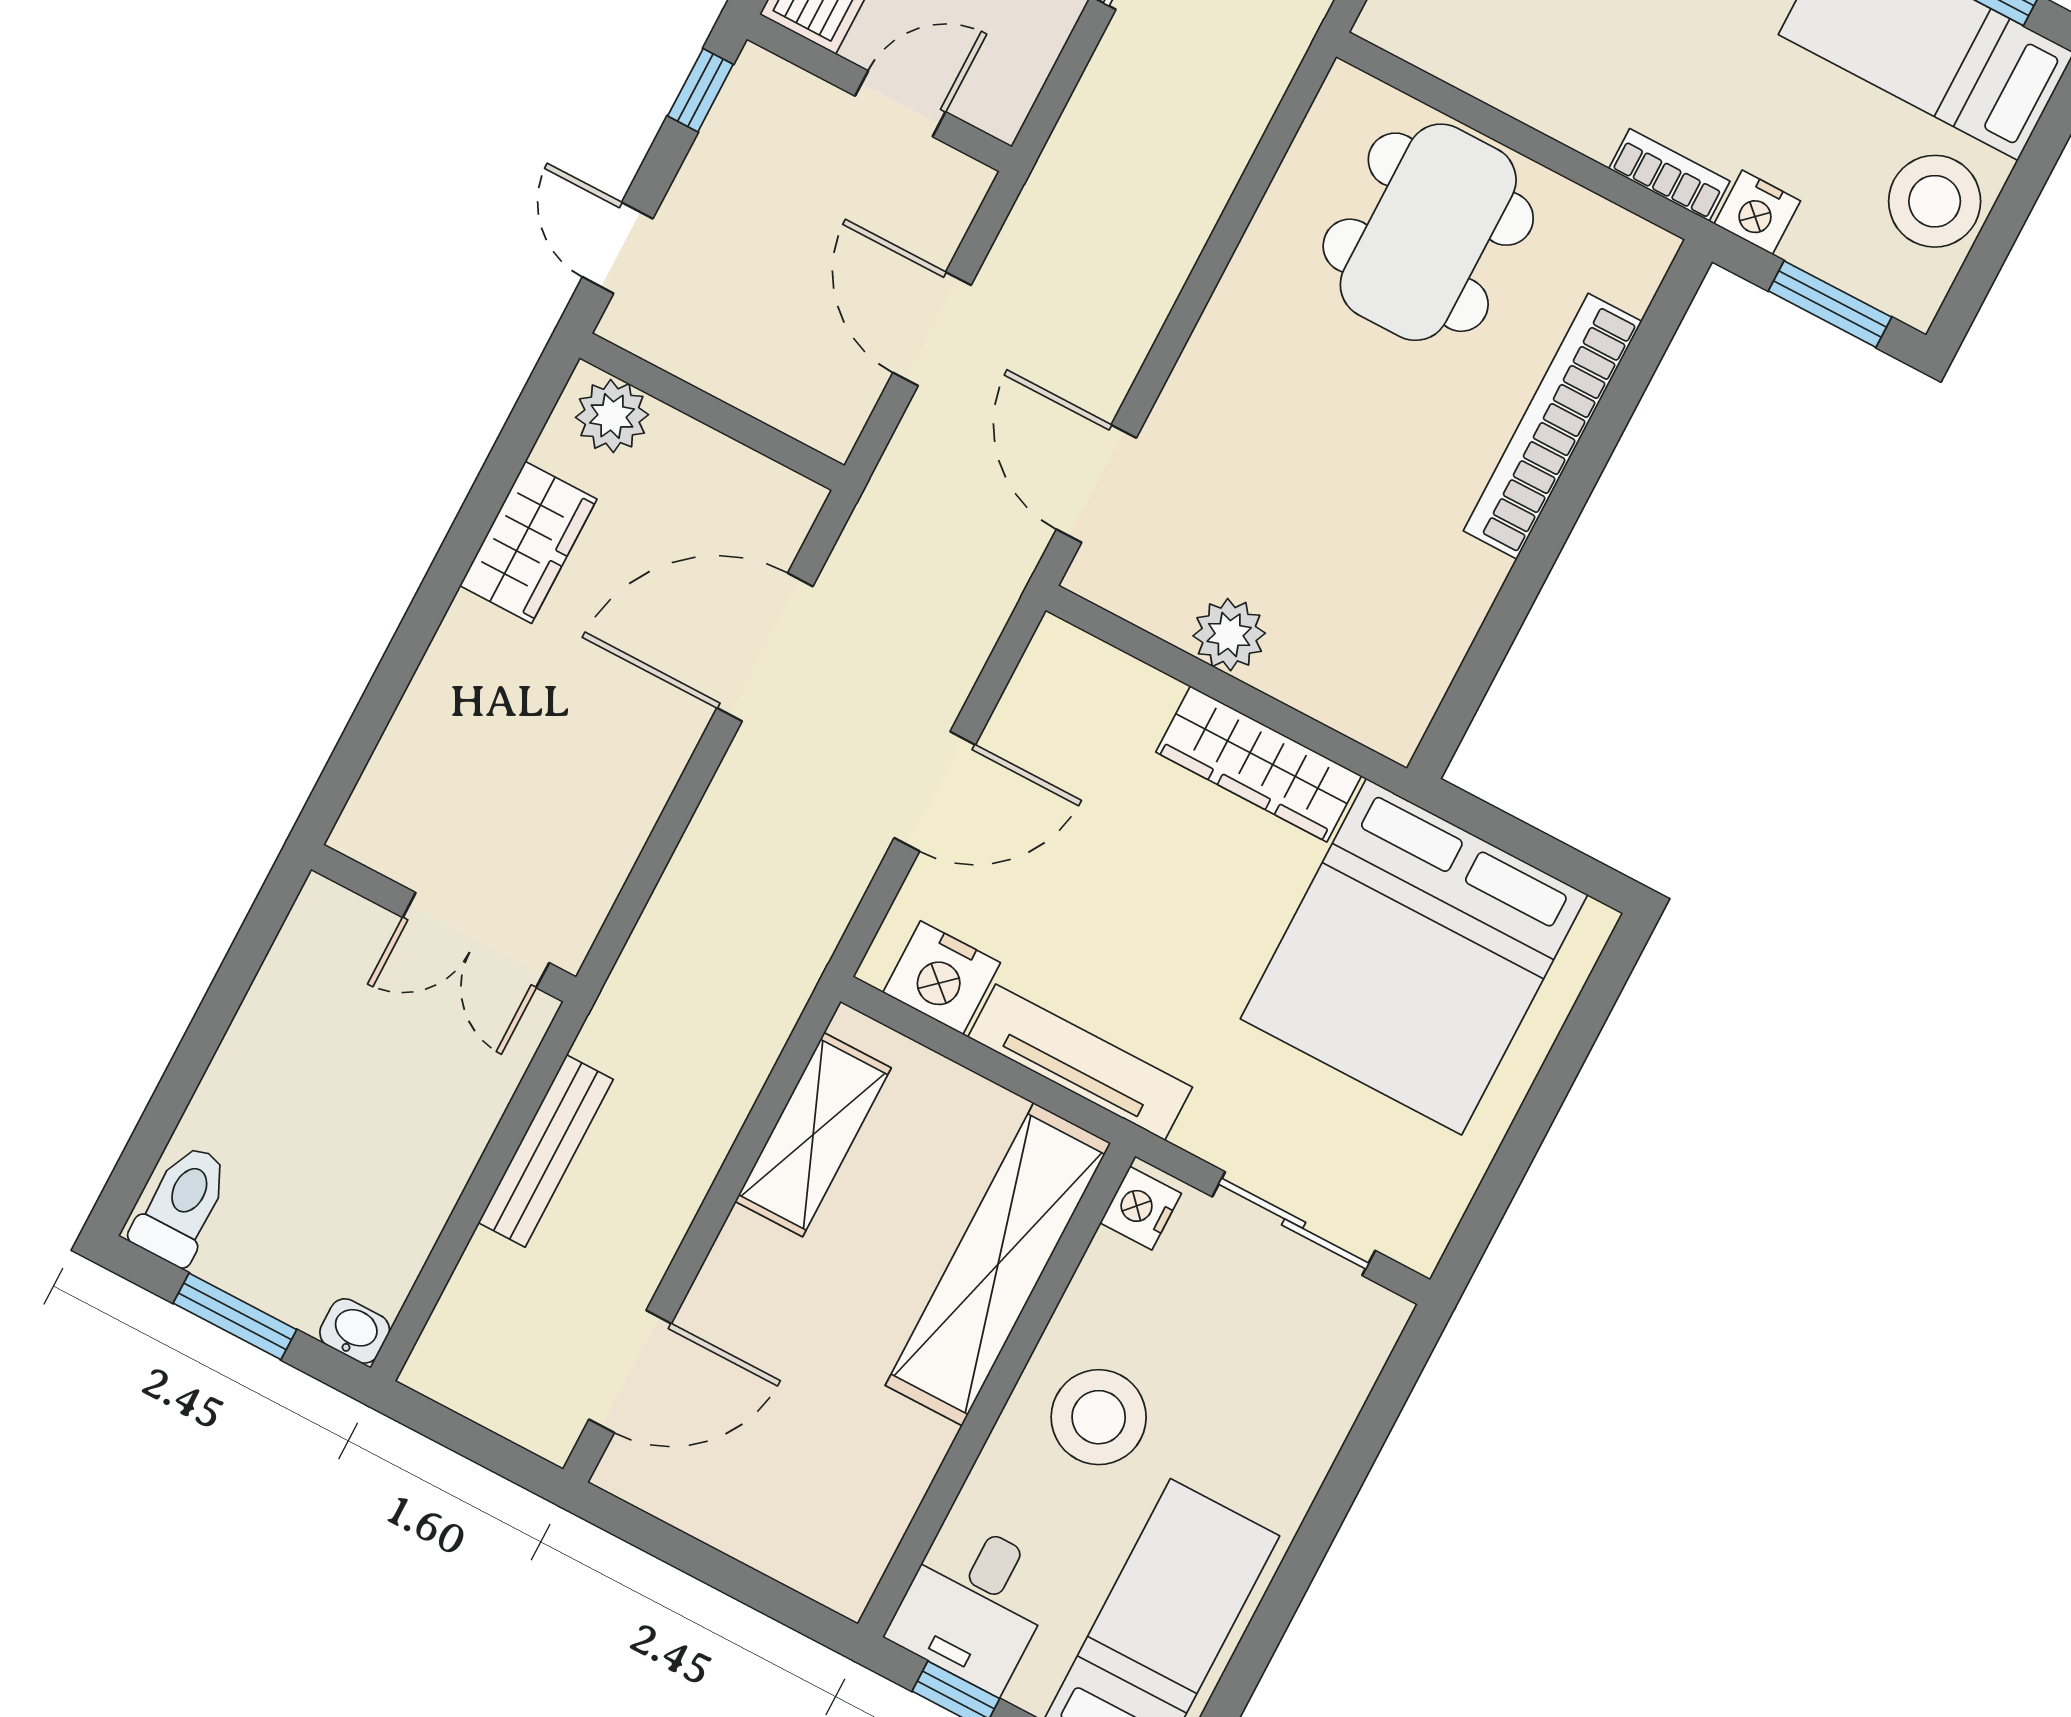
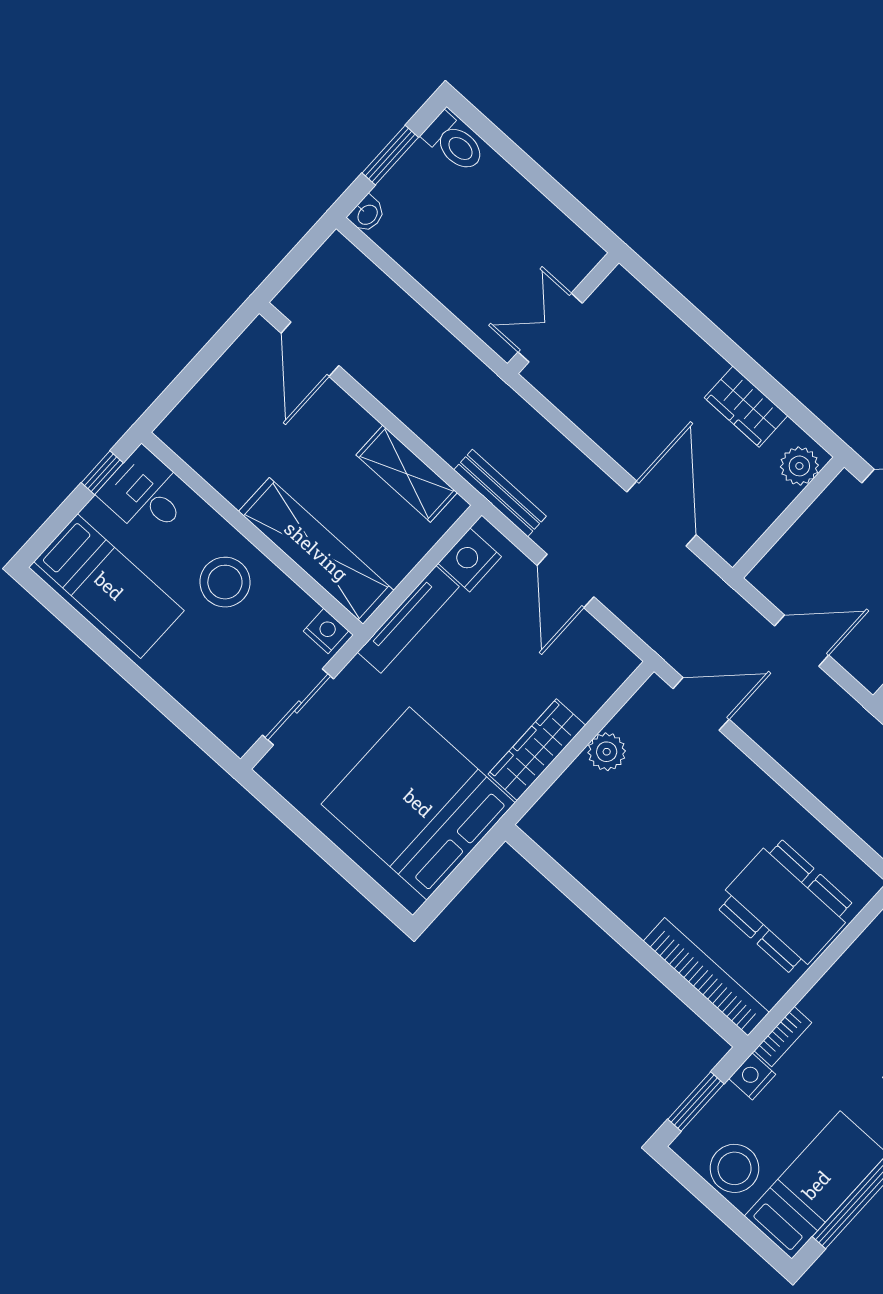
bookcase: (1553, 426) -> (706, 977), moved
bench: (546, 1151) -> (500, 493), moved

